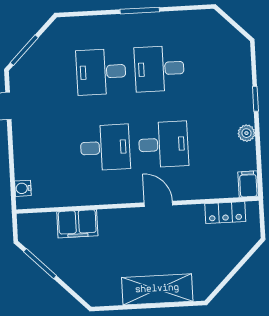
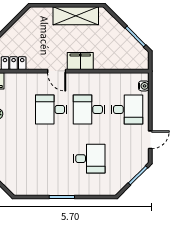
desk: (159, 69) -> (127, 109), moved
filing cabinet: (77, 224) -> (80, 61), moved
shelving: (157, 289) -> (76, 16), moved

